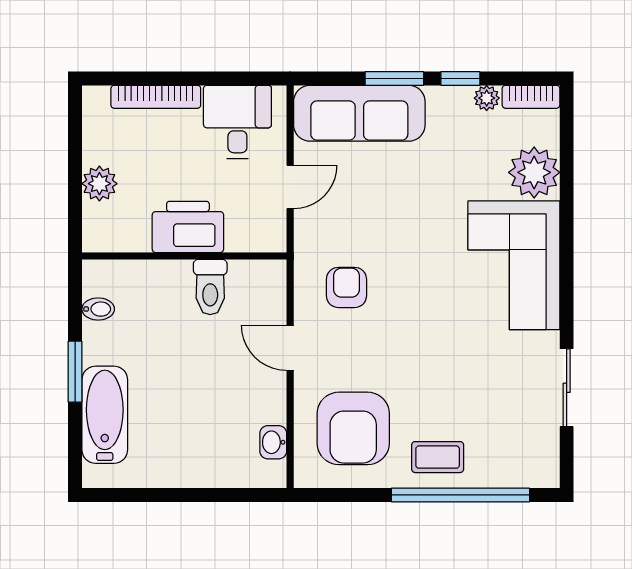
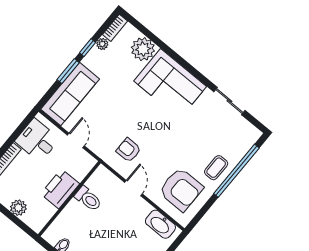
door: (290, 348) -> (133, 188), swing flipped
washbasin: (273, 442) -> (160, 224), width x1.91, depth x1.45

